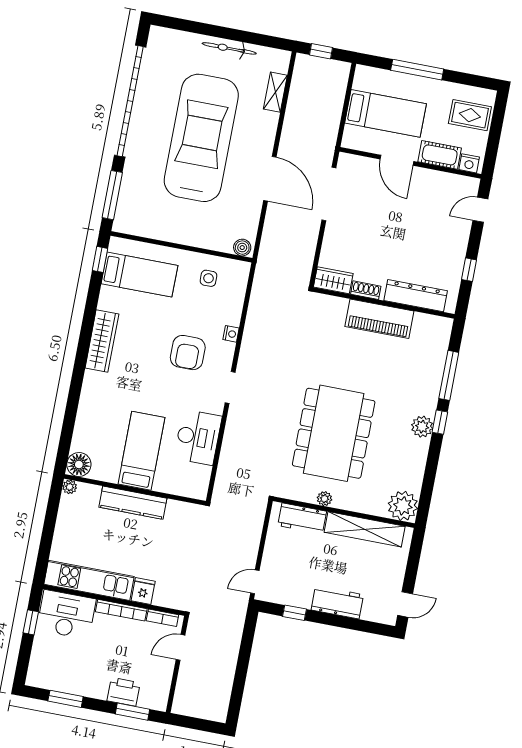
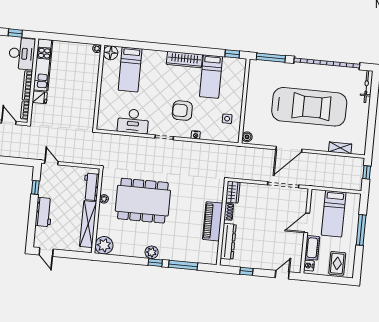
bicycle: (229, 48) -> (366, 87), moved
door: (480, 210) -> (282, 275), hinge flipped
bed: (139, 275) -> (211, 77), moved
bed: (141, 451) -> (130, 69), moved, turned 90
kitchen counter: (133, 503) -> (91, 87), removed

